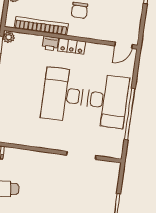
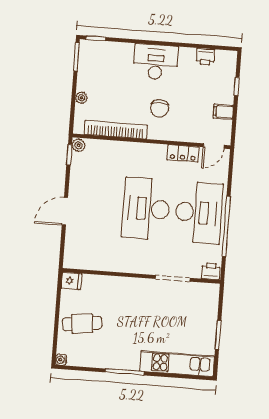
filing cabinet: (133, 17) -> (223, 112), added
printer: (50, 43) -> (211, 271), moved, turned 180
locker: (72, 46) -> (183, 153), moved

